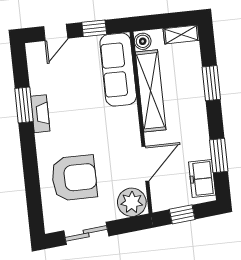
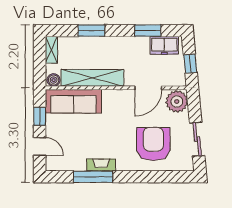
window: (24, 105) -> (93, 177), width x1.44
door: (145, 164) -> (148, 88), swing flipped

